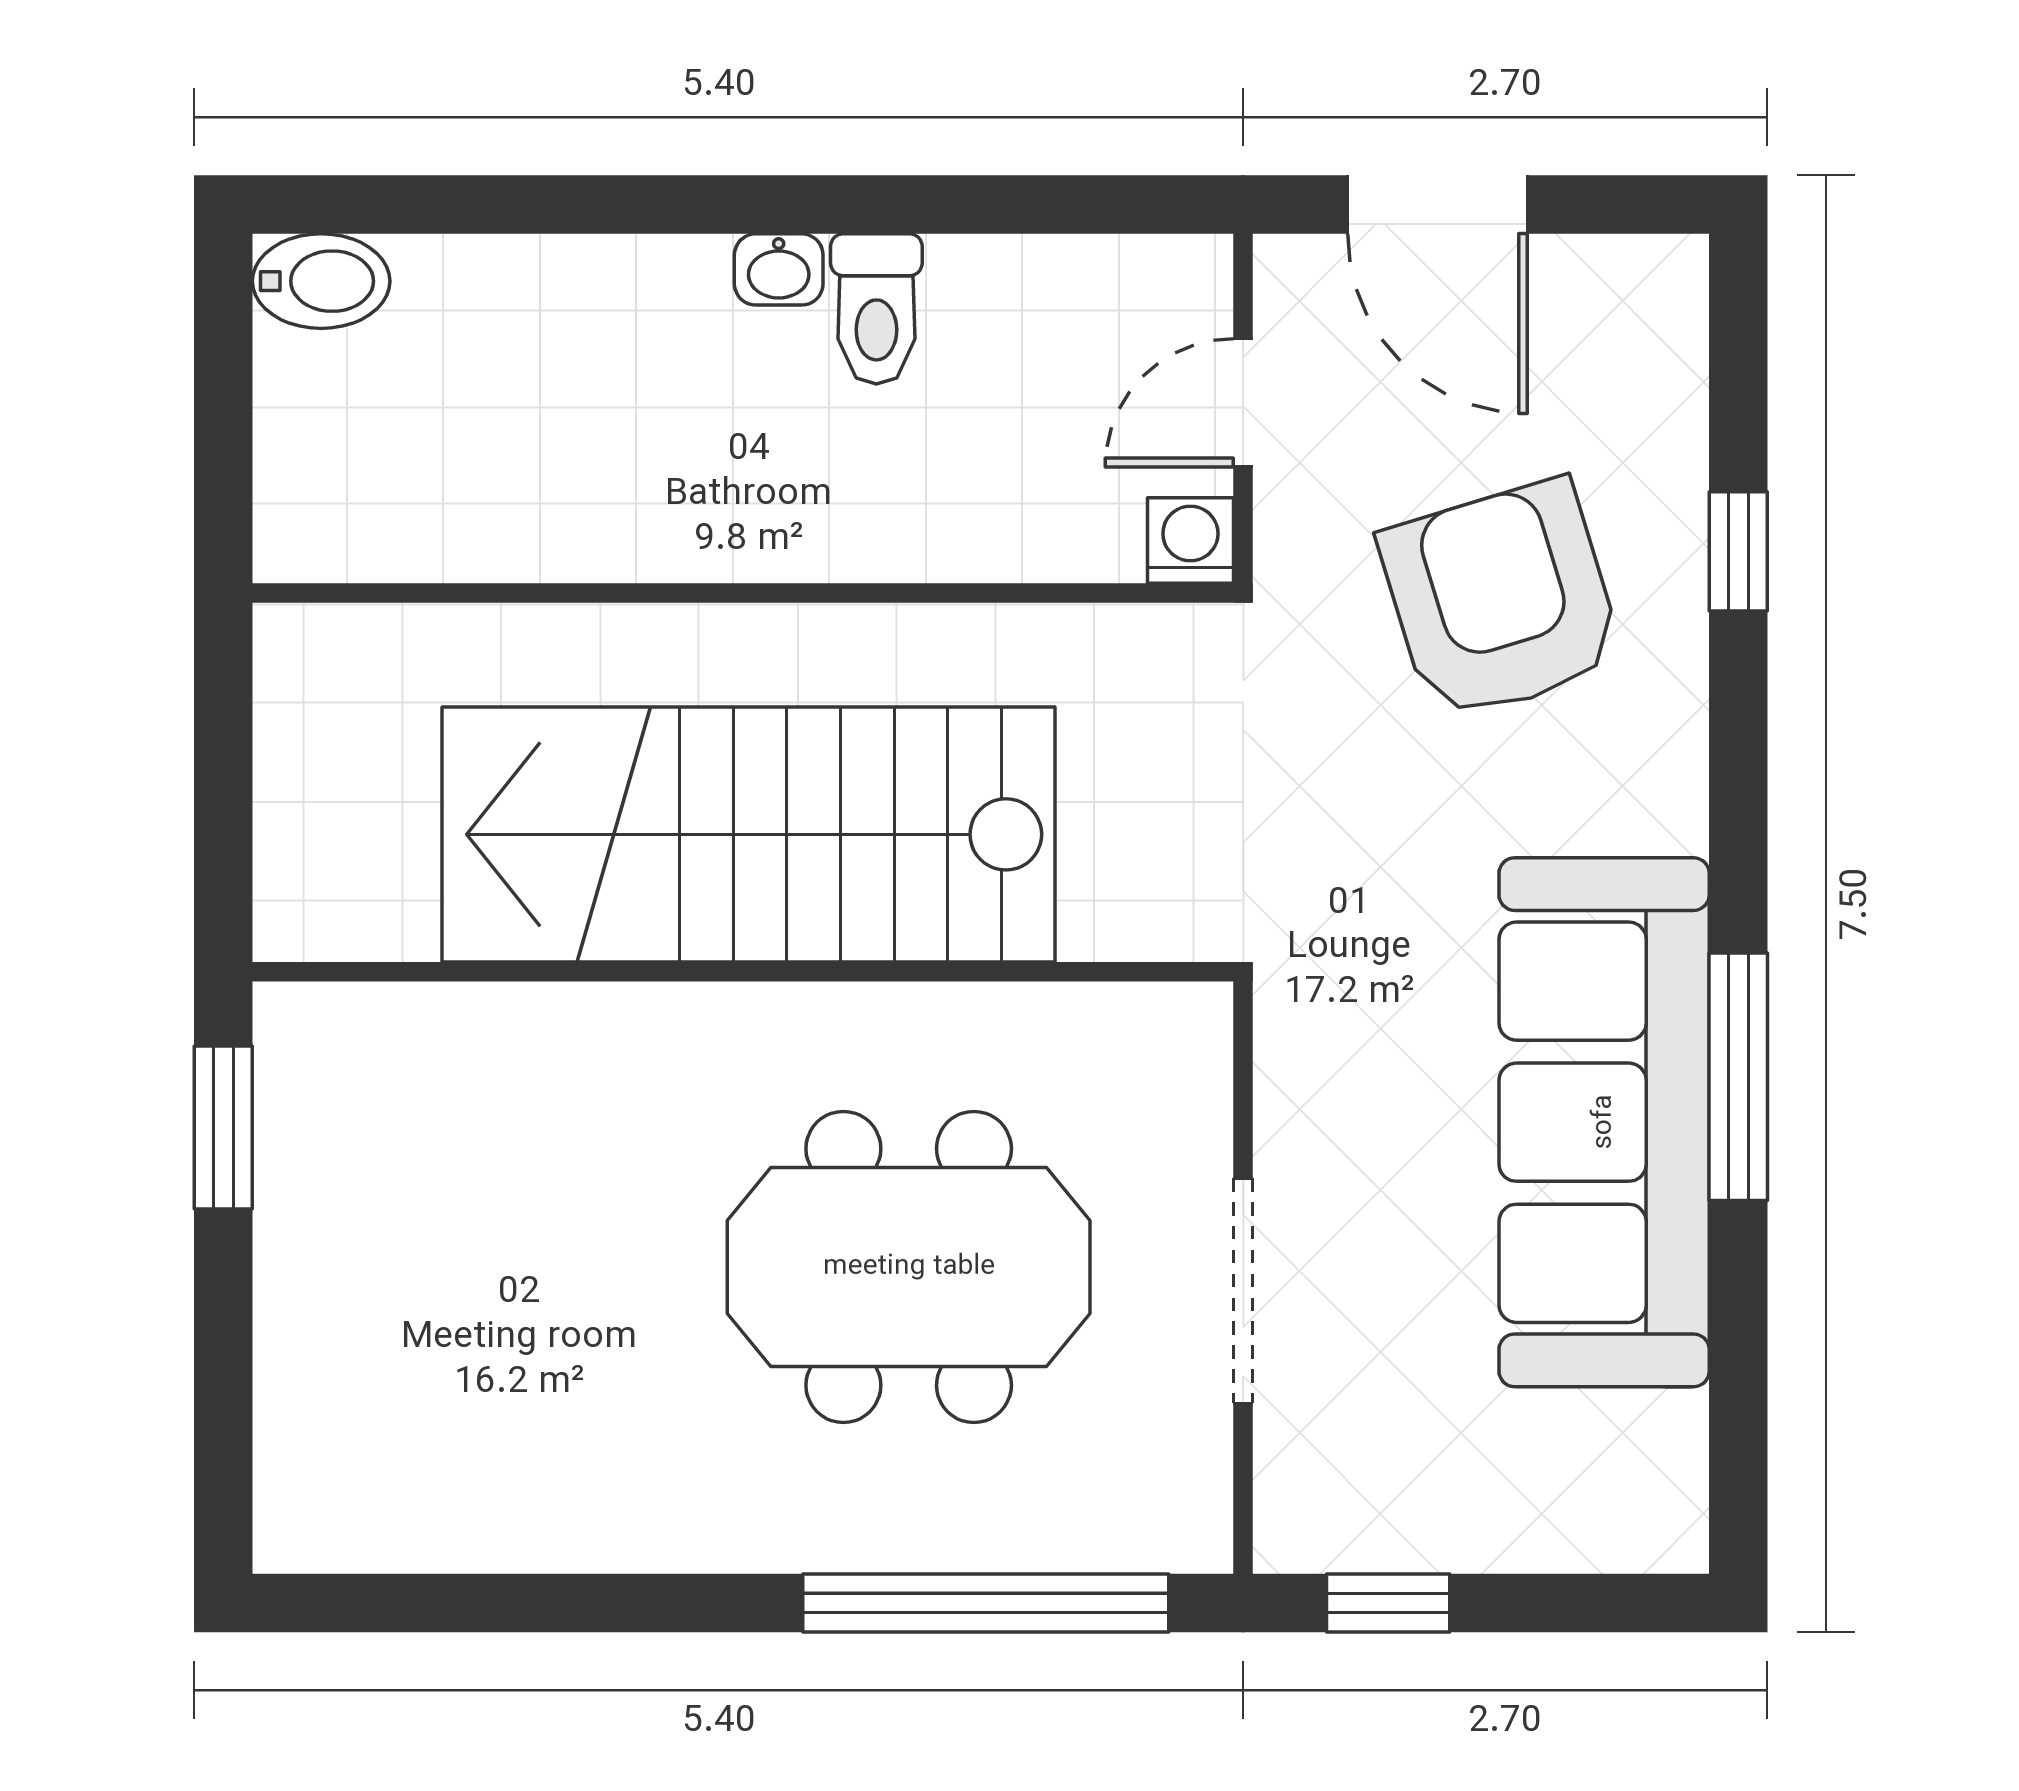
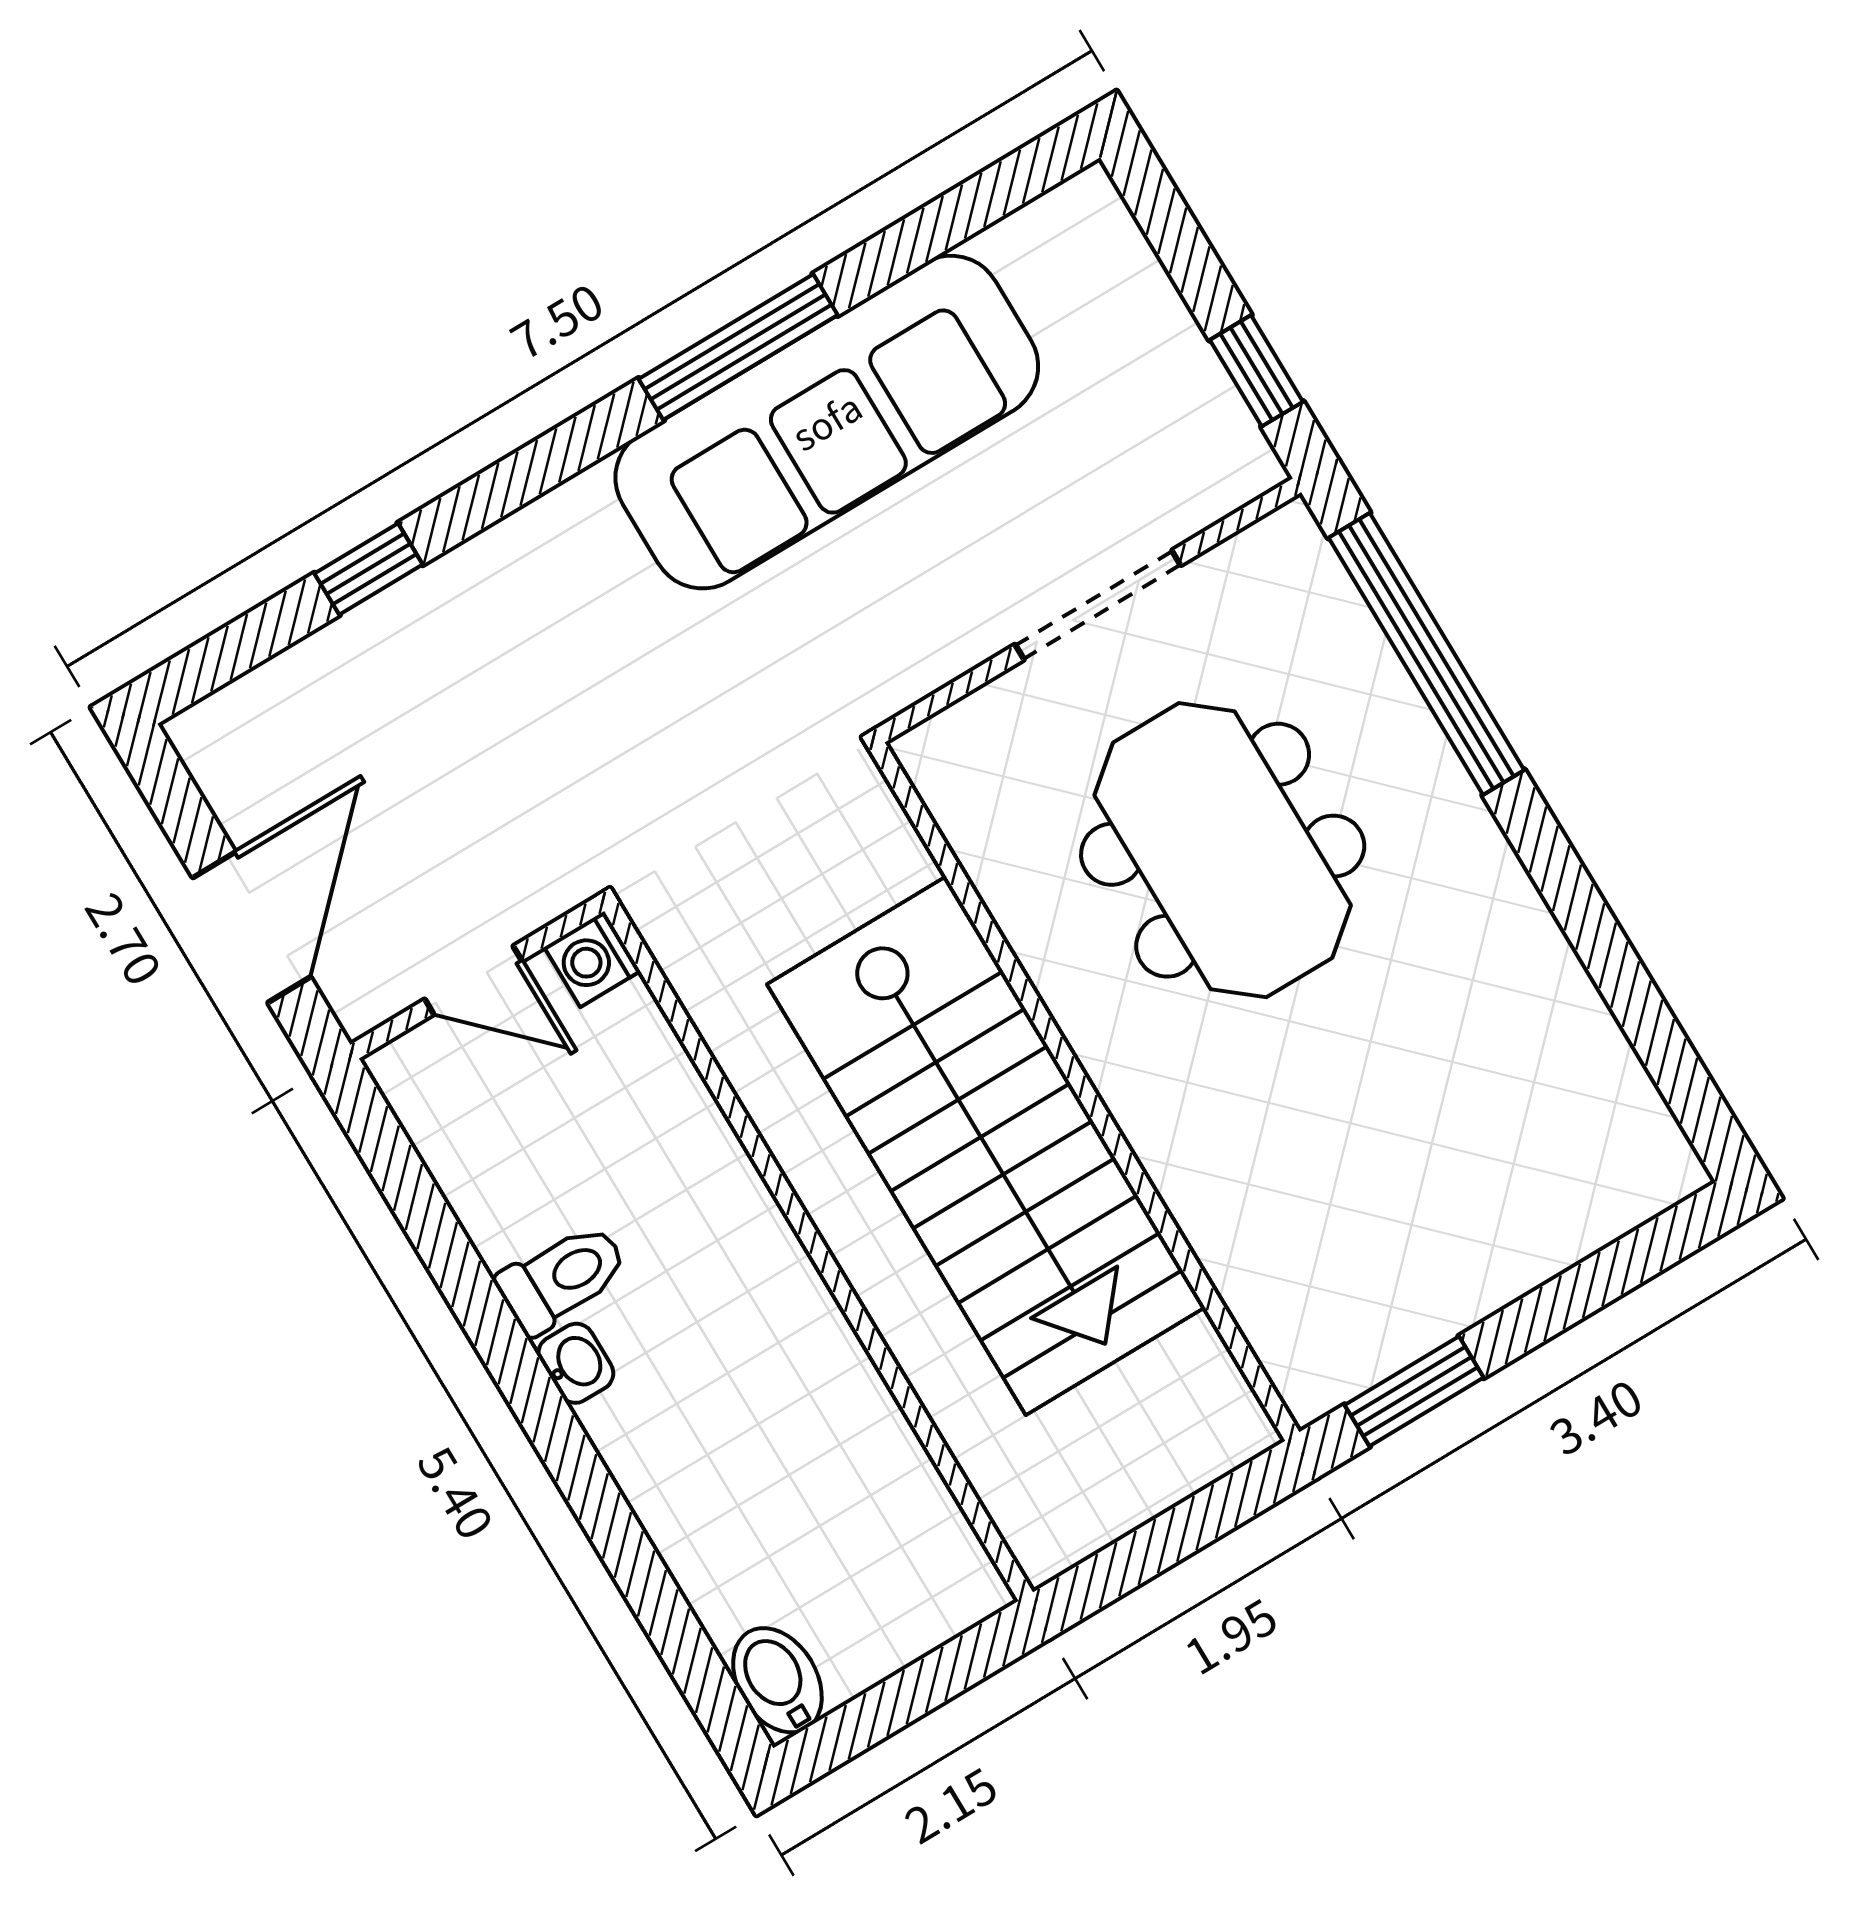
armchair: (1501, 600) -> (503, 715), removed

